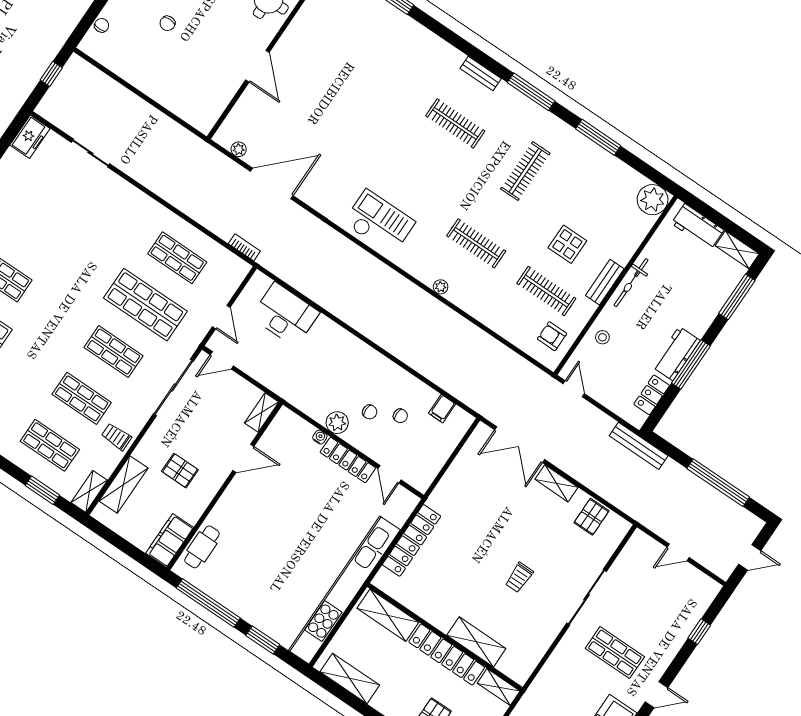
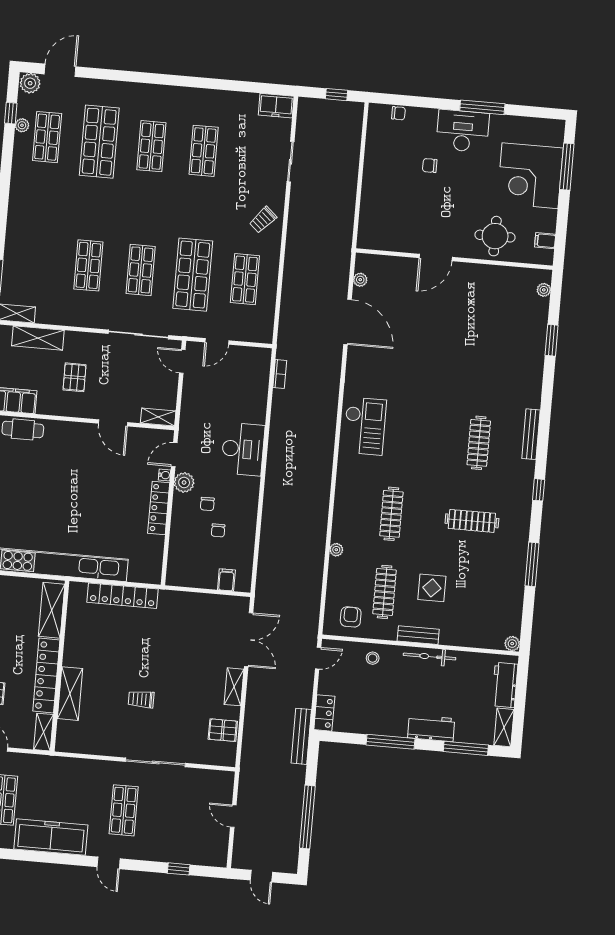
bench: (481, 74) -> (531, 434), width x1.36
window: (531, 92) -> (539, 490), width x0.46
plant: (653, 200) -> (512, 644), width x0.53, depth x0.53
bookcase: (244, 247) -> (280, 374), moved
plant: (441, 287) -> (336, 550), moved
desk: (285, 314) -> (243, 449), moved
workbench: (676, 354) -> (431, 728), moved
locker: (652, 395) -> (324, 713), moved, turned 90
filing cabinet: (442, 409) -> (226, 580), moved, turned 90
trolley: (116, 437) -> (263, 220), moved, turned -138
shop shelf: (50, 445) -> (204, 151), moved
double door: (520, 445) -> (249, 640), swing flipped
door: (389, 474) -> (174, 455), moved

